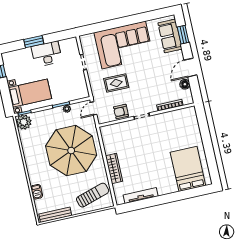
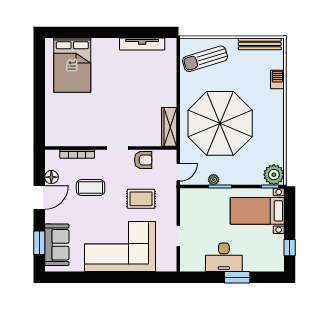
coffee table: (155, 83) -> (91, 187), added
wardrobe: (114, 168) -> (169, 127), moved

